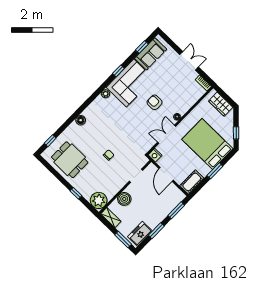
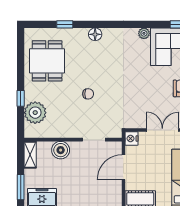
window: (50, 141) -> (65, 24), moved
plant: (99, 200) -> (35, 113), moved

